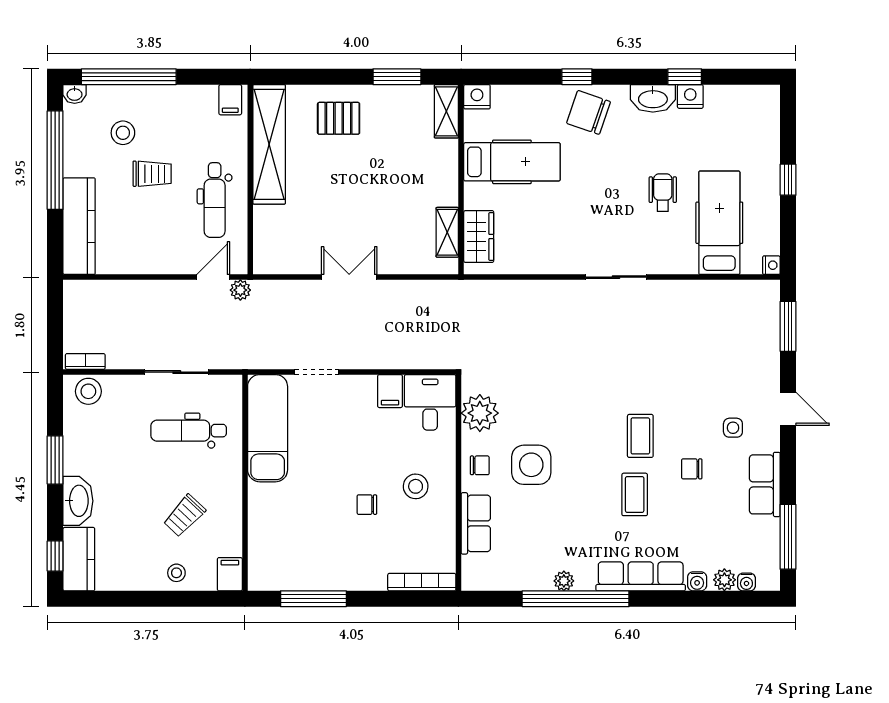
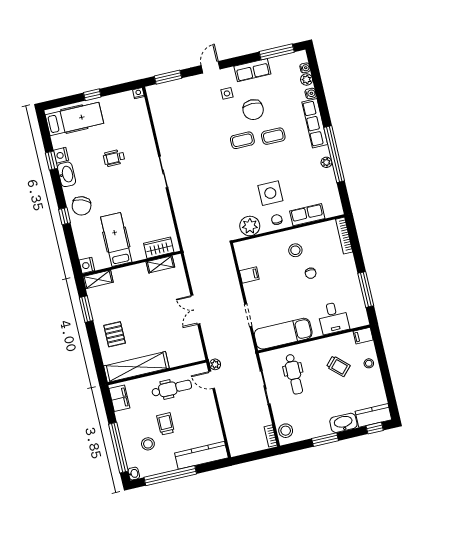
filing cabinet: (230, 100) -> (119, 398), width x2.00
hospital bed: (719, 223) -> (74, 119), moved, turned 180
desk: (430, 402) -> (333, 318), moved, turned -90
chair: (692, 469) -> (253, 110), width x1.87, depth x1.87

